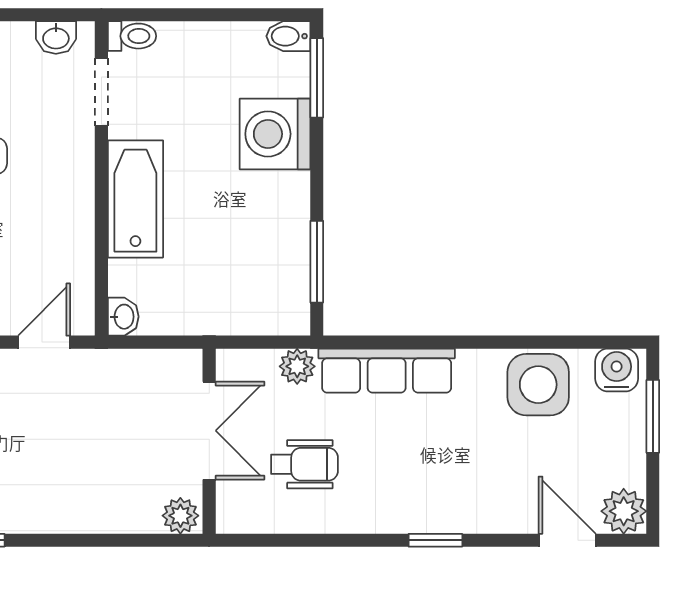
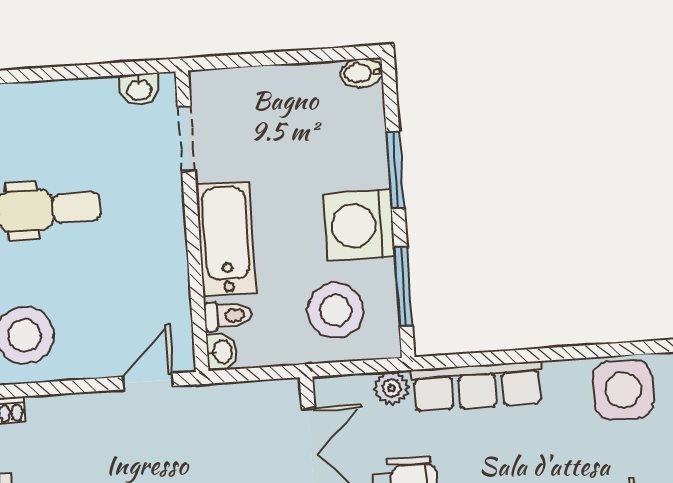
toilet: (132, 36) -> (228, 316), moved
window: (317, 78) -> (395, 170), moved
washing machine: (275, 134) -> (359, 225), moved
stool: (244, 281) -> (335, 310), added

